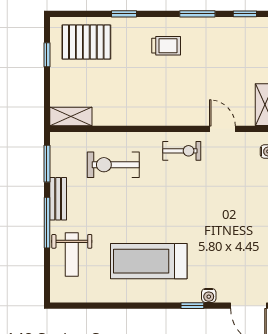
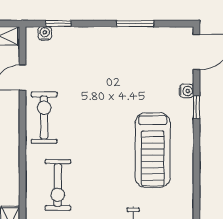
exercise bike: (182, 151) -> (44, 118), width x1.38, depth x1.39

